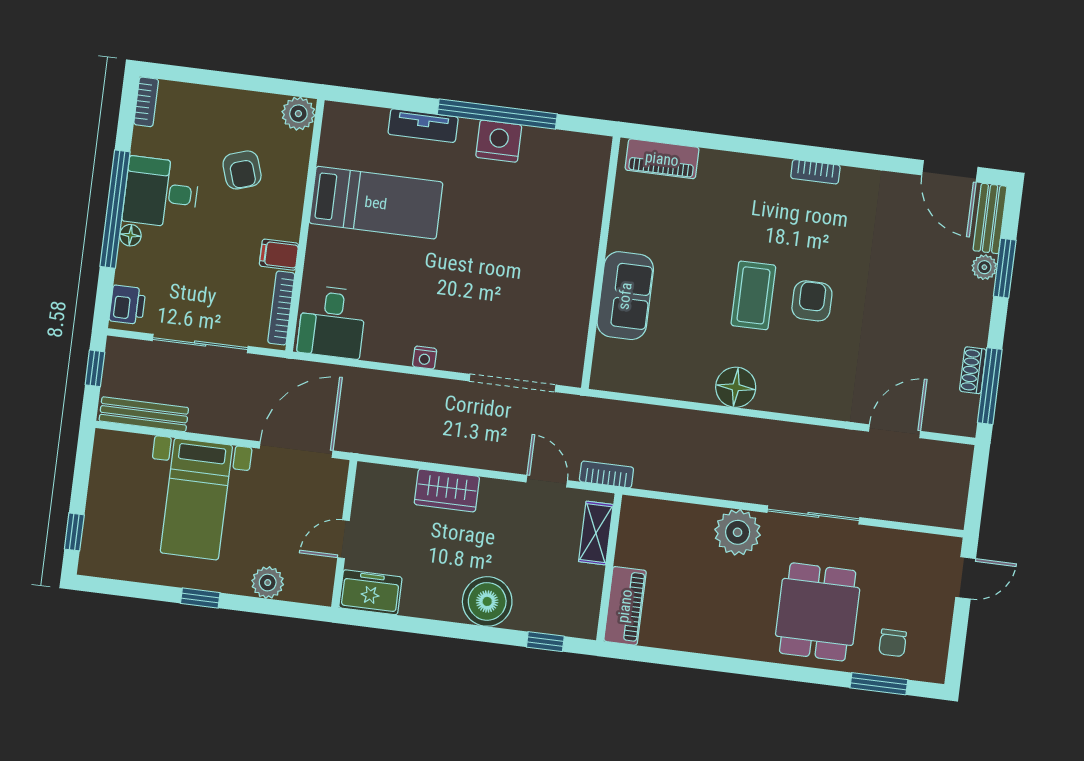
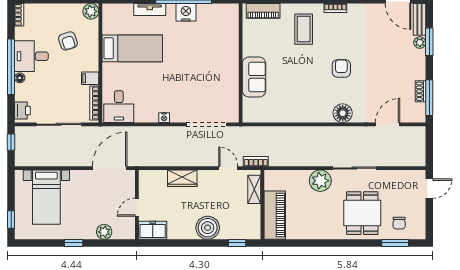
coffee table: (753, 295) -> (304, 29), moved
floor lamp: (736, 387) -> (343, 113), moved
bench: (144, 414) -> (37, 161), removed
bed with nightstands: (196, 499) -> (46, 197), moved
piano: (625, 606) -> (275, 215), width x1.37, depth x1.33

